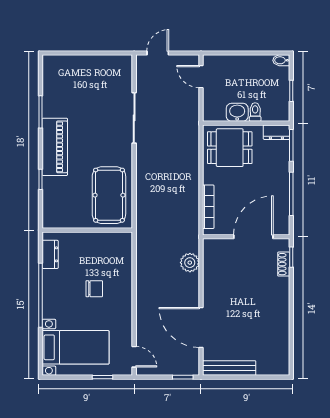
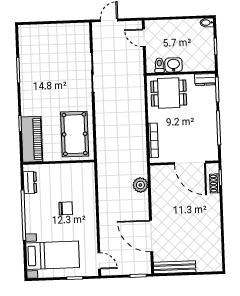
toilet: (255, 112) -> (159, 65), moved
piano: (55, 147) -> (32, 139), moved
door: (253, 237) -> (190, 163), swing flipped

